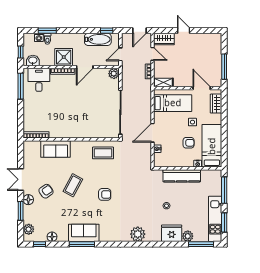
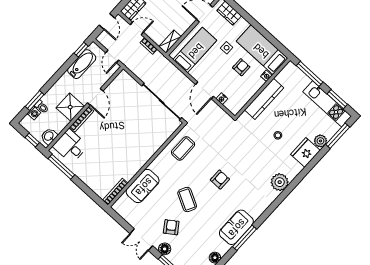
plant: (114, 74) -> (124, 77), removed

